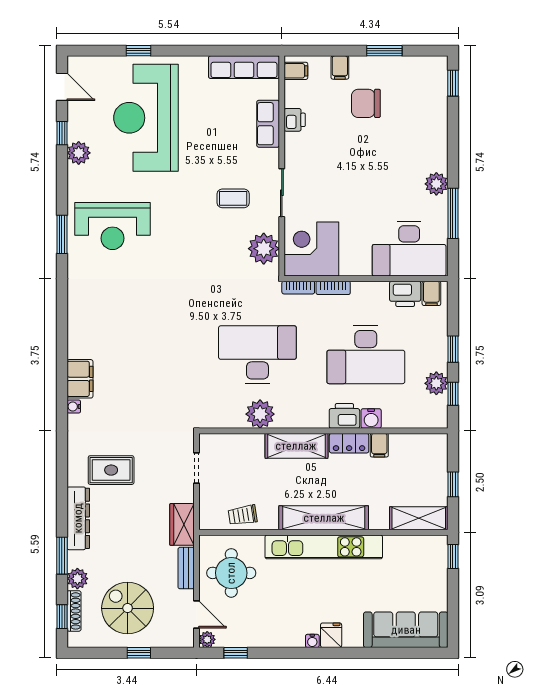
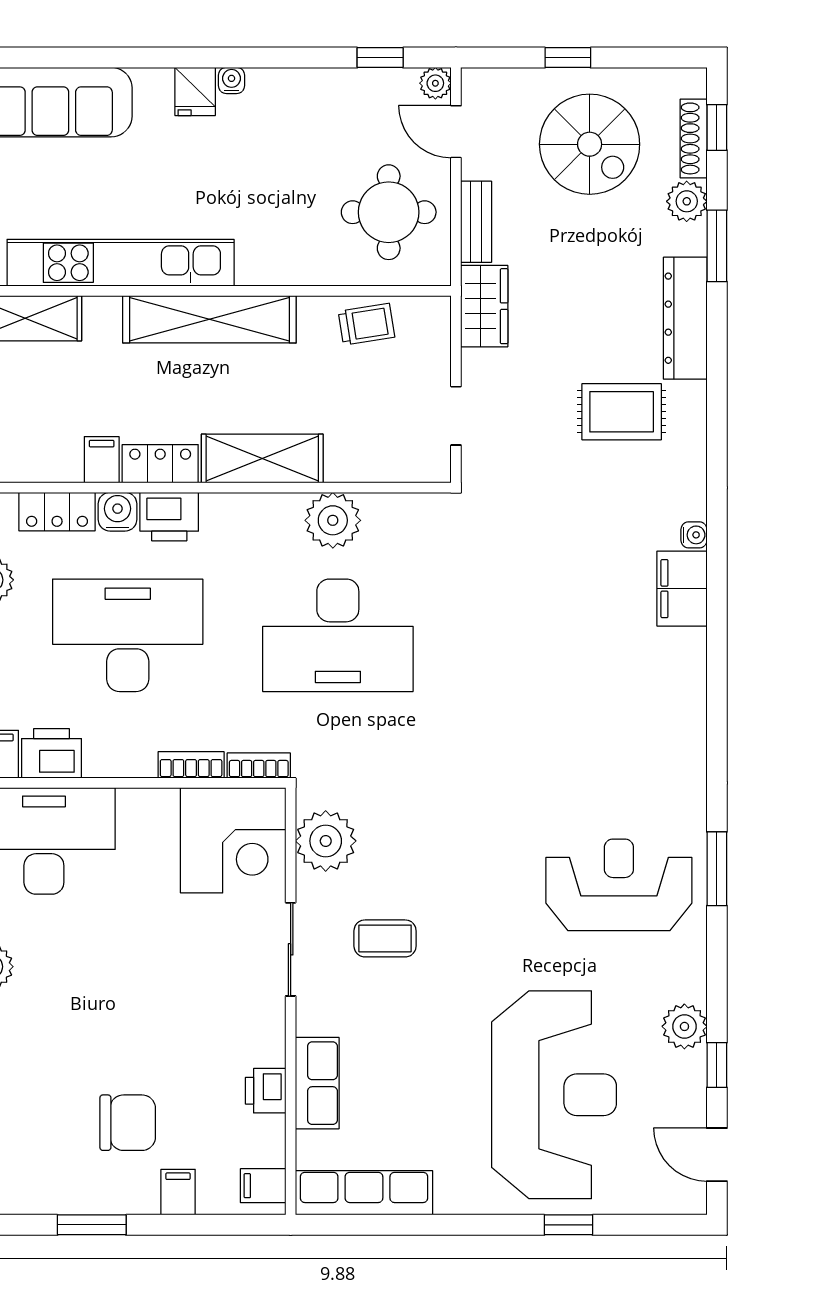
locker: (402, 419) -> (57, 512), added
kitchen unit: (324, 547) -> (121, 263), moved

